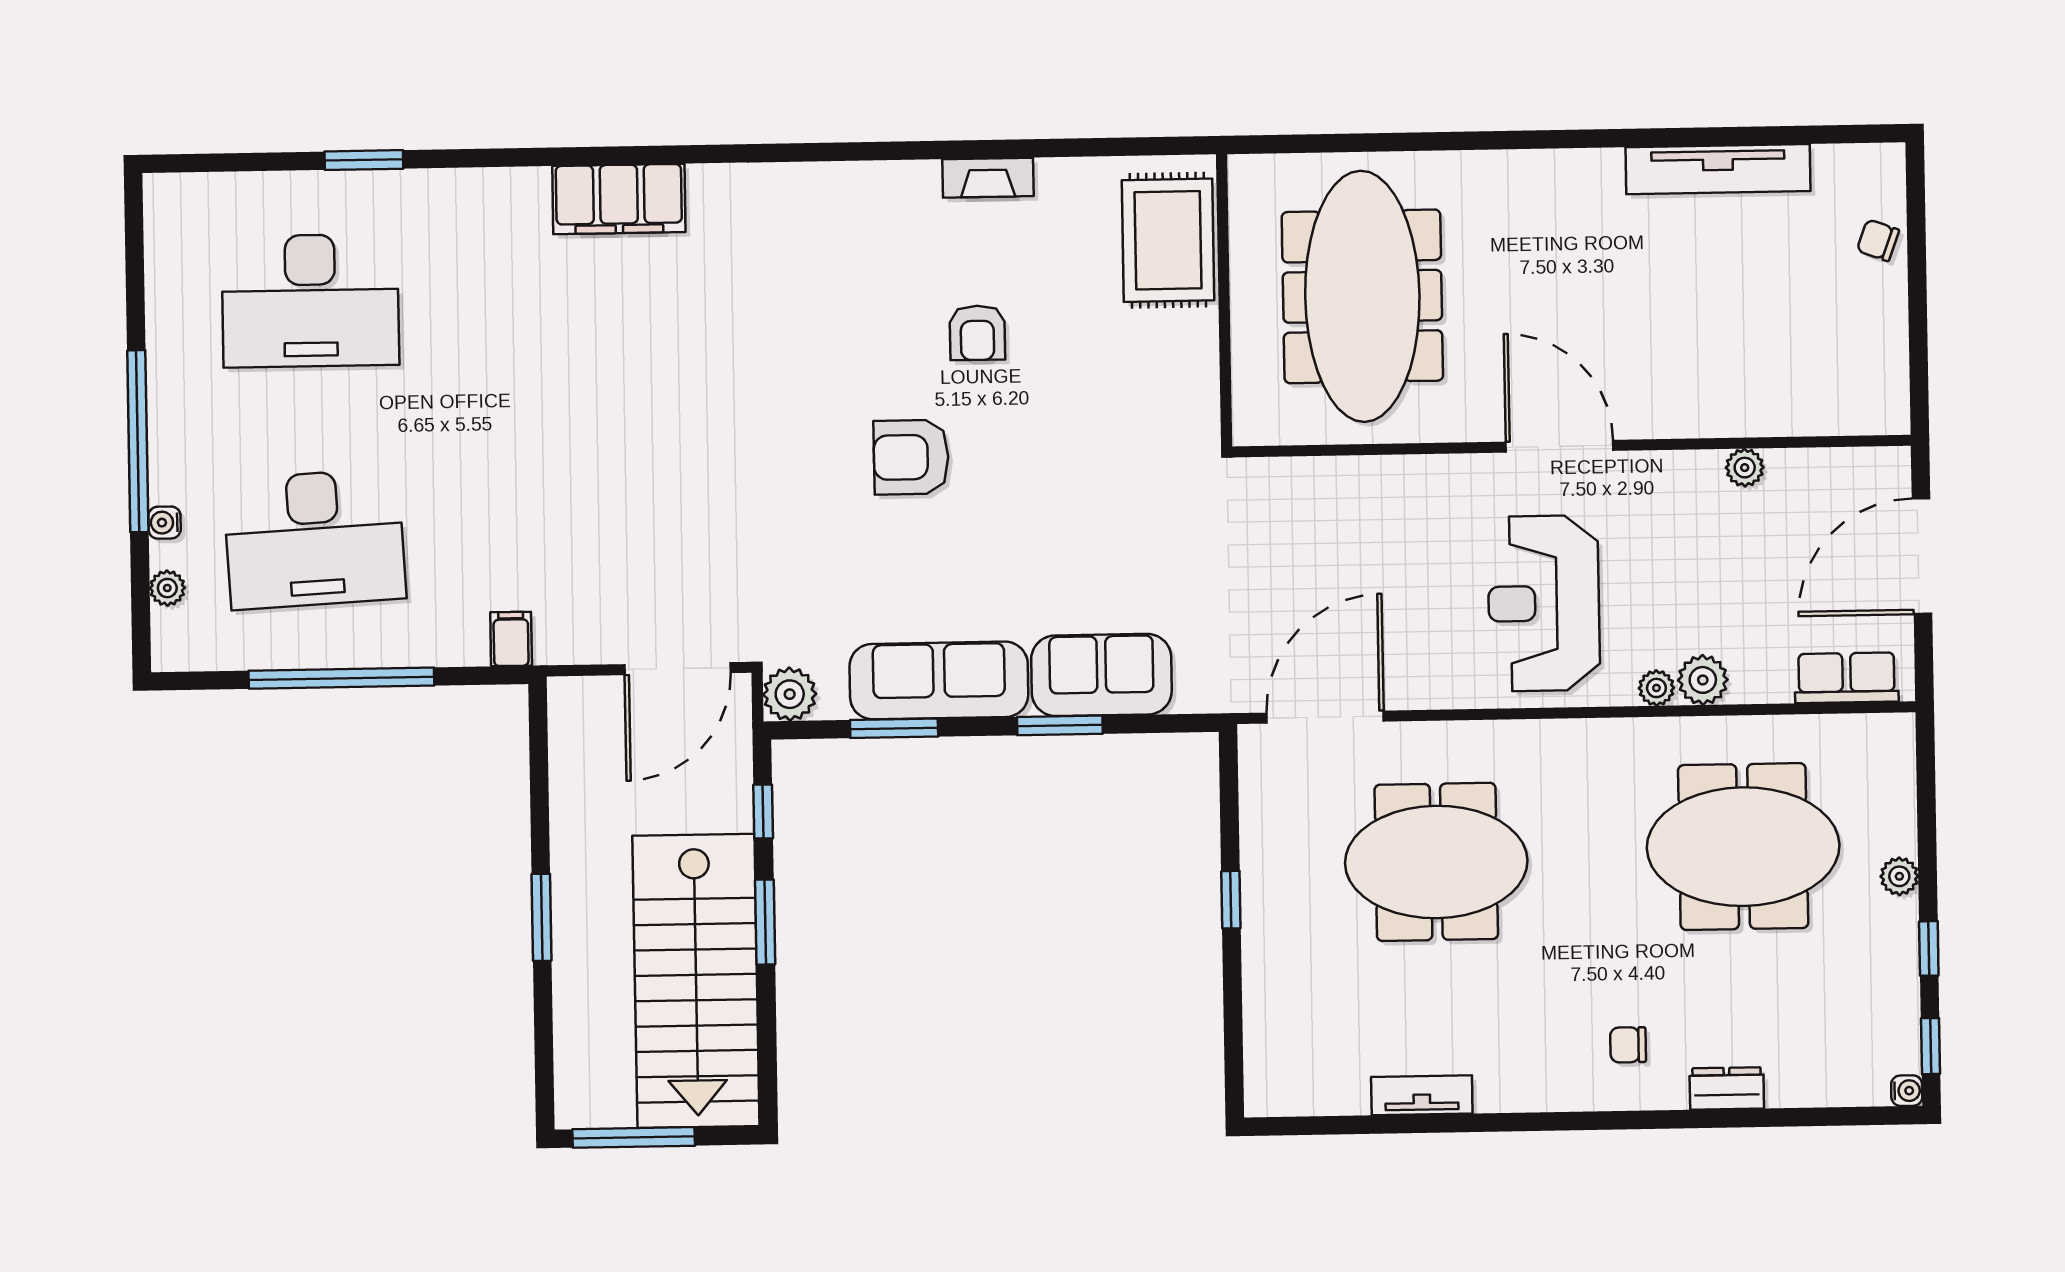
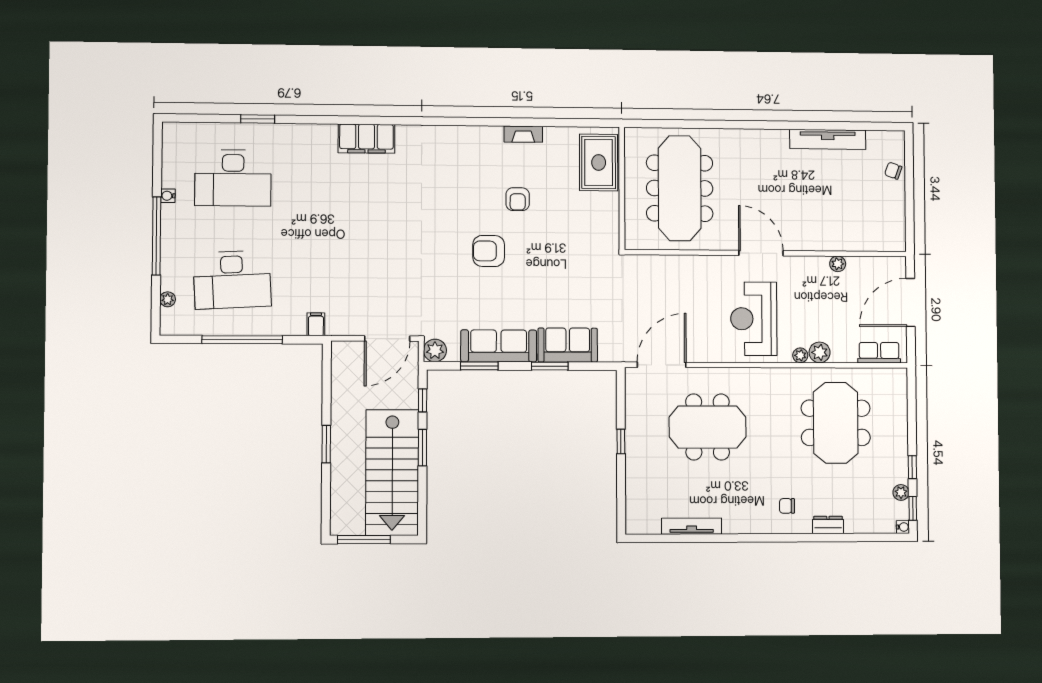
water cooler: (165, 523) -> (168, 196), moved
meeting table: (1743, 847) -> (836, 423), turned 90
plant: (1899, 876) -> (901, 492), moved
tv unit: (1422, 1095) -> (692, 526), width x1.41

